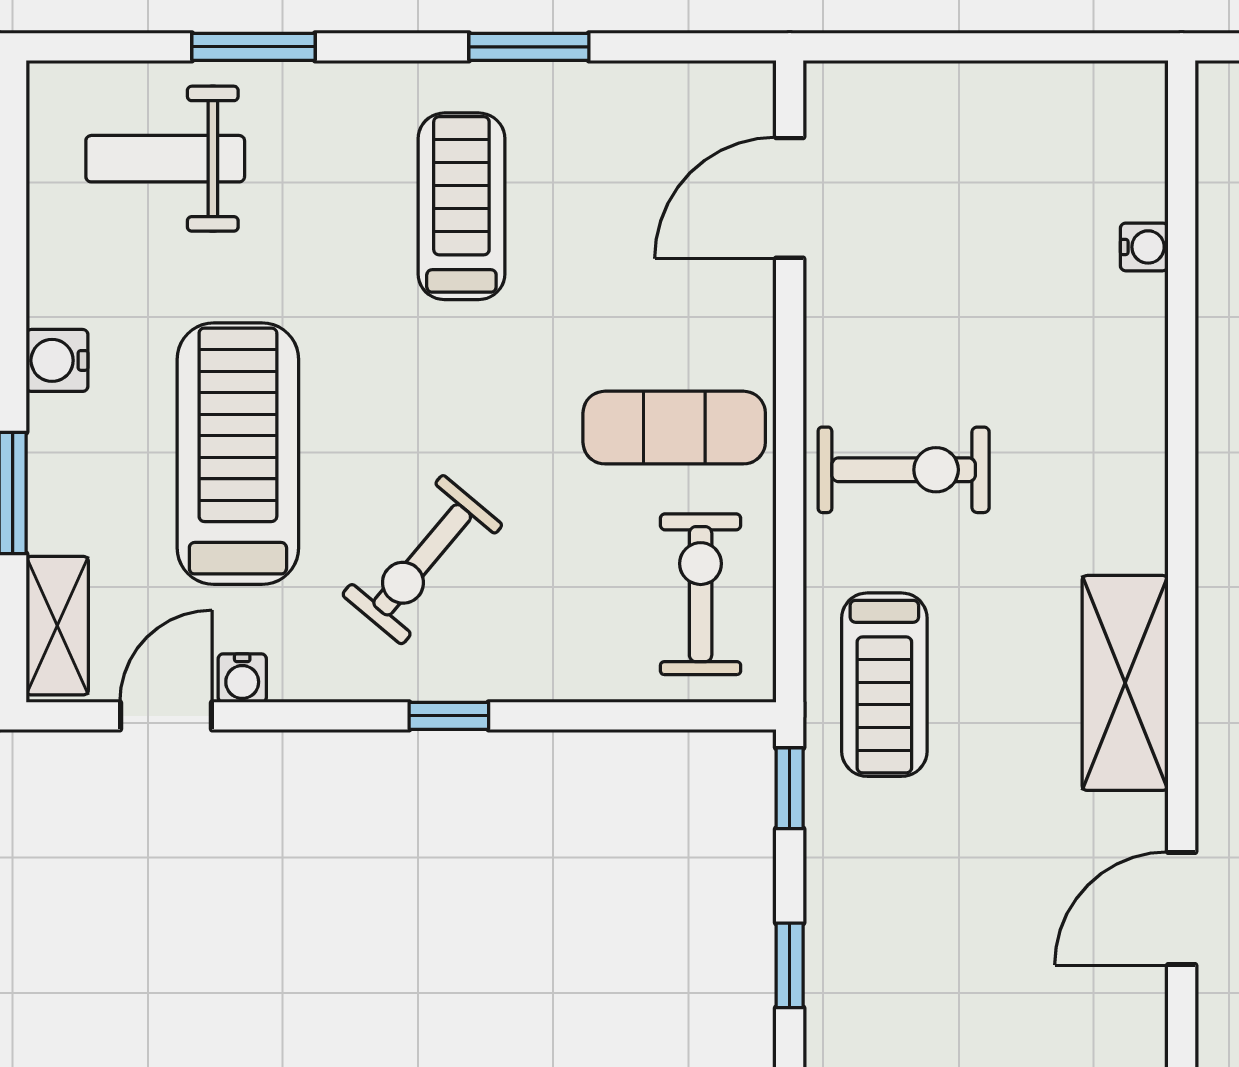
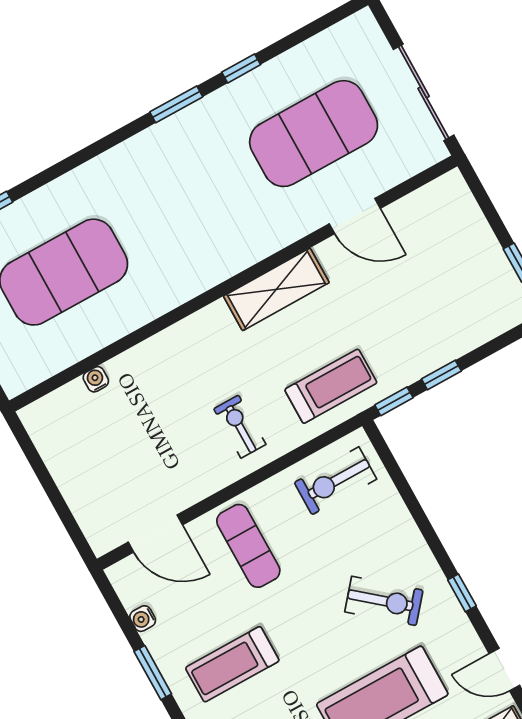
exercise mat: (674, 428) -> (248, 546), moved
exercise bike: (904, 470) -> (240, 427), width x0.73, depth x0.72
water cooler: (242, 678) -> (143, 619), moved, turned 180
window: (449, 716) -> (462, 593), moved
window: (790, 965) -> (441, 375), moved

